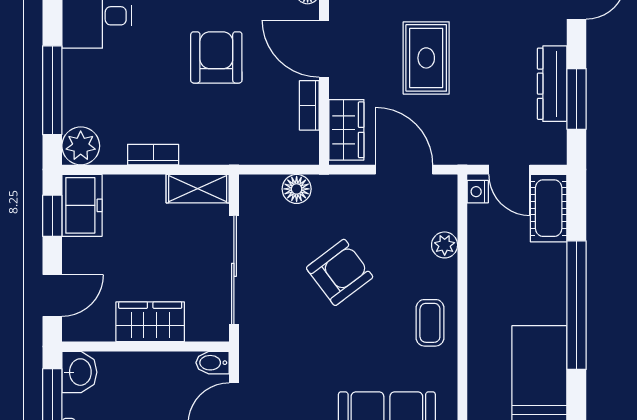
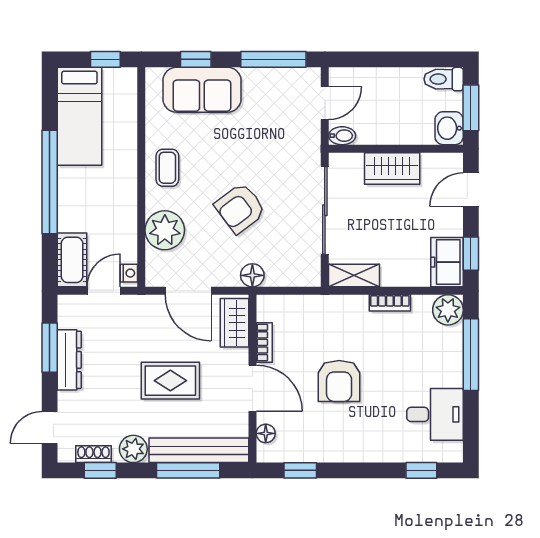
rug: (426, 58) -> (170, 381), turned 90
door: (509, 170) -> (104, 291), hinge flipped
floor lamp: (297, 189) -> (252, 275), moved
plant: (445, 245) -> (165, 230), width x1.87, depth x1.87

